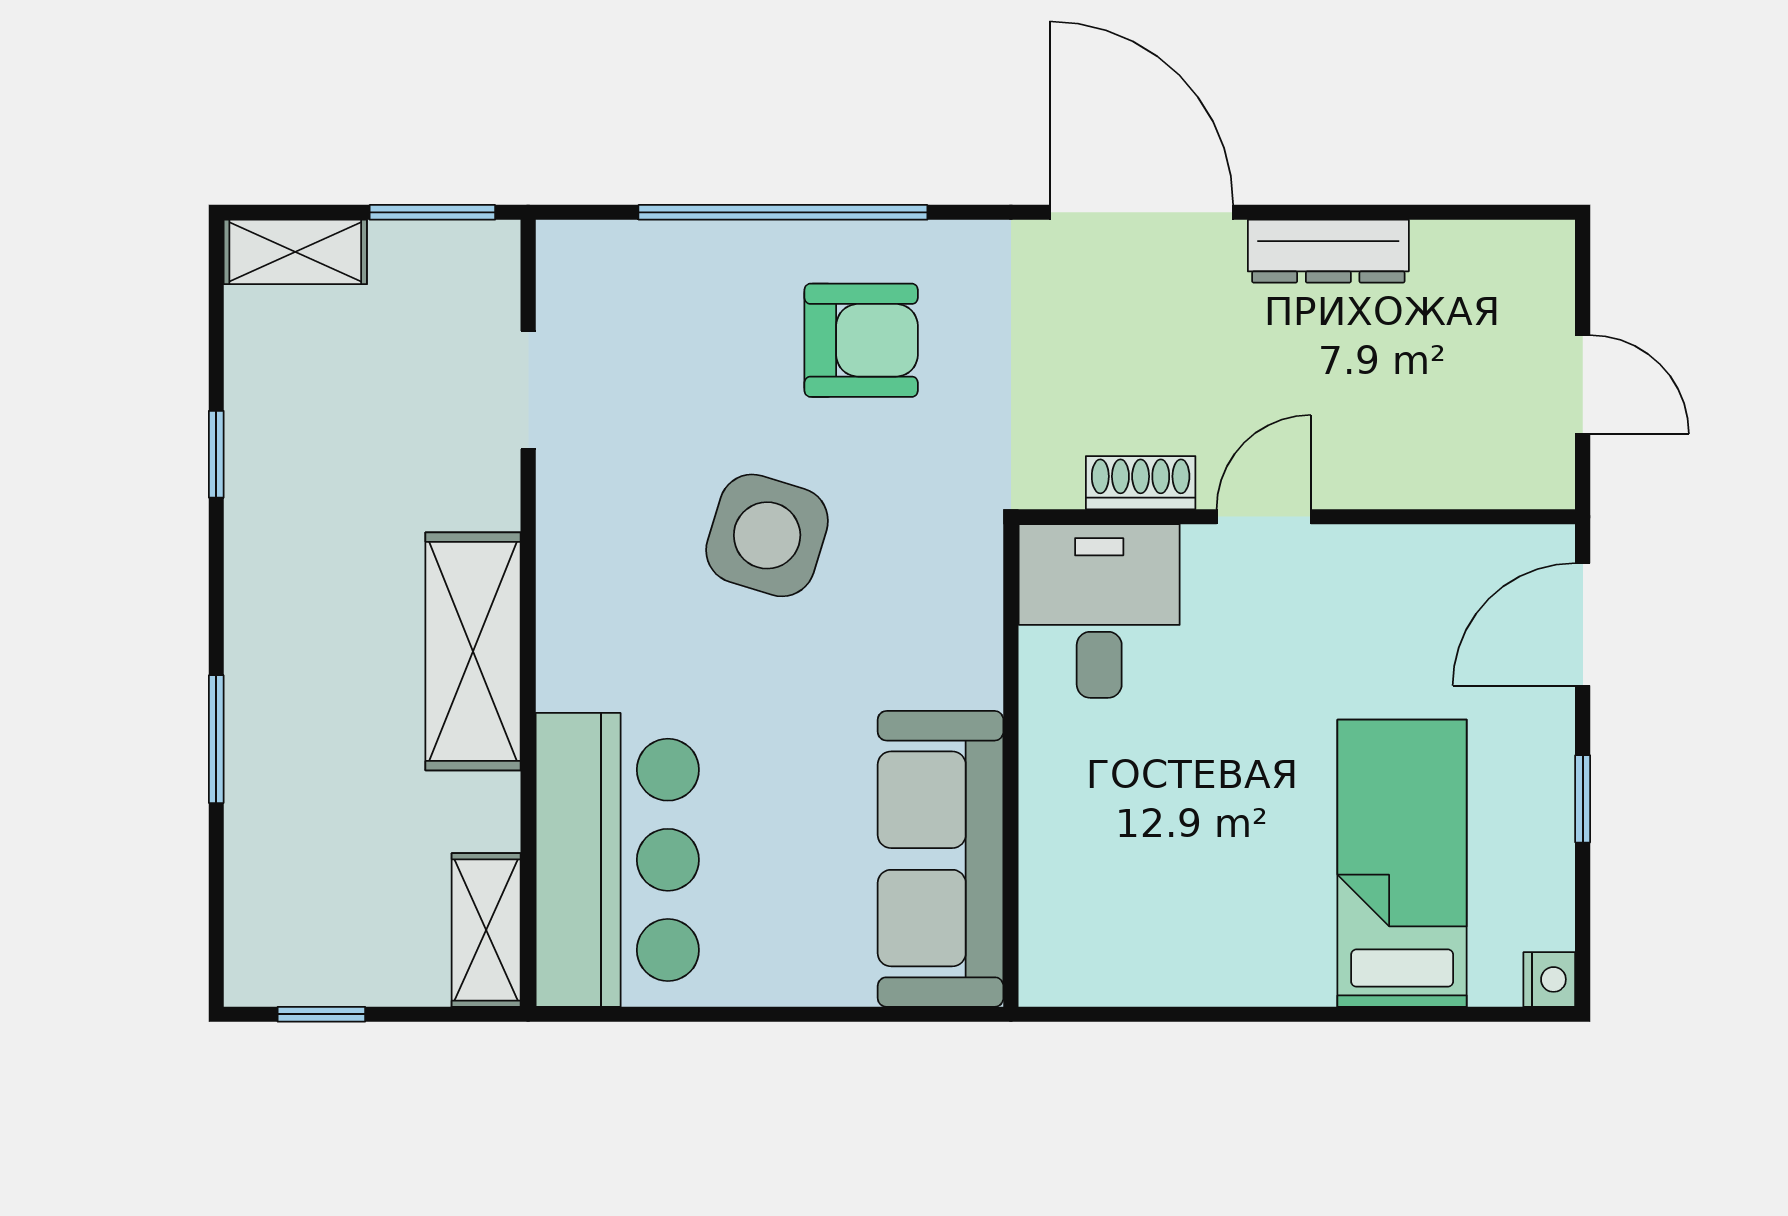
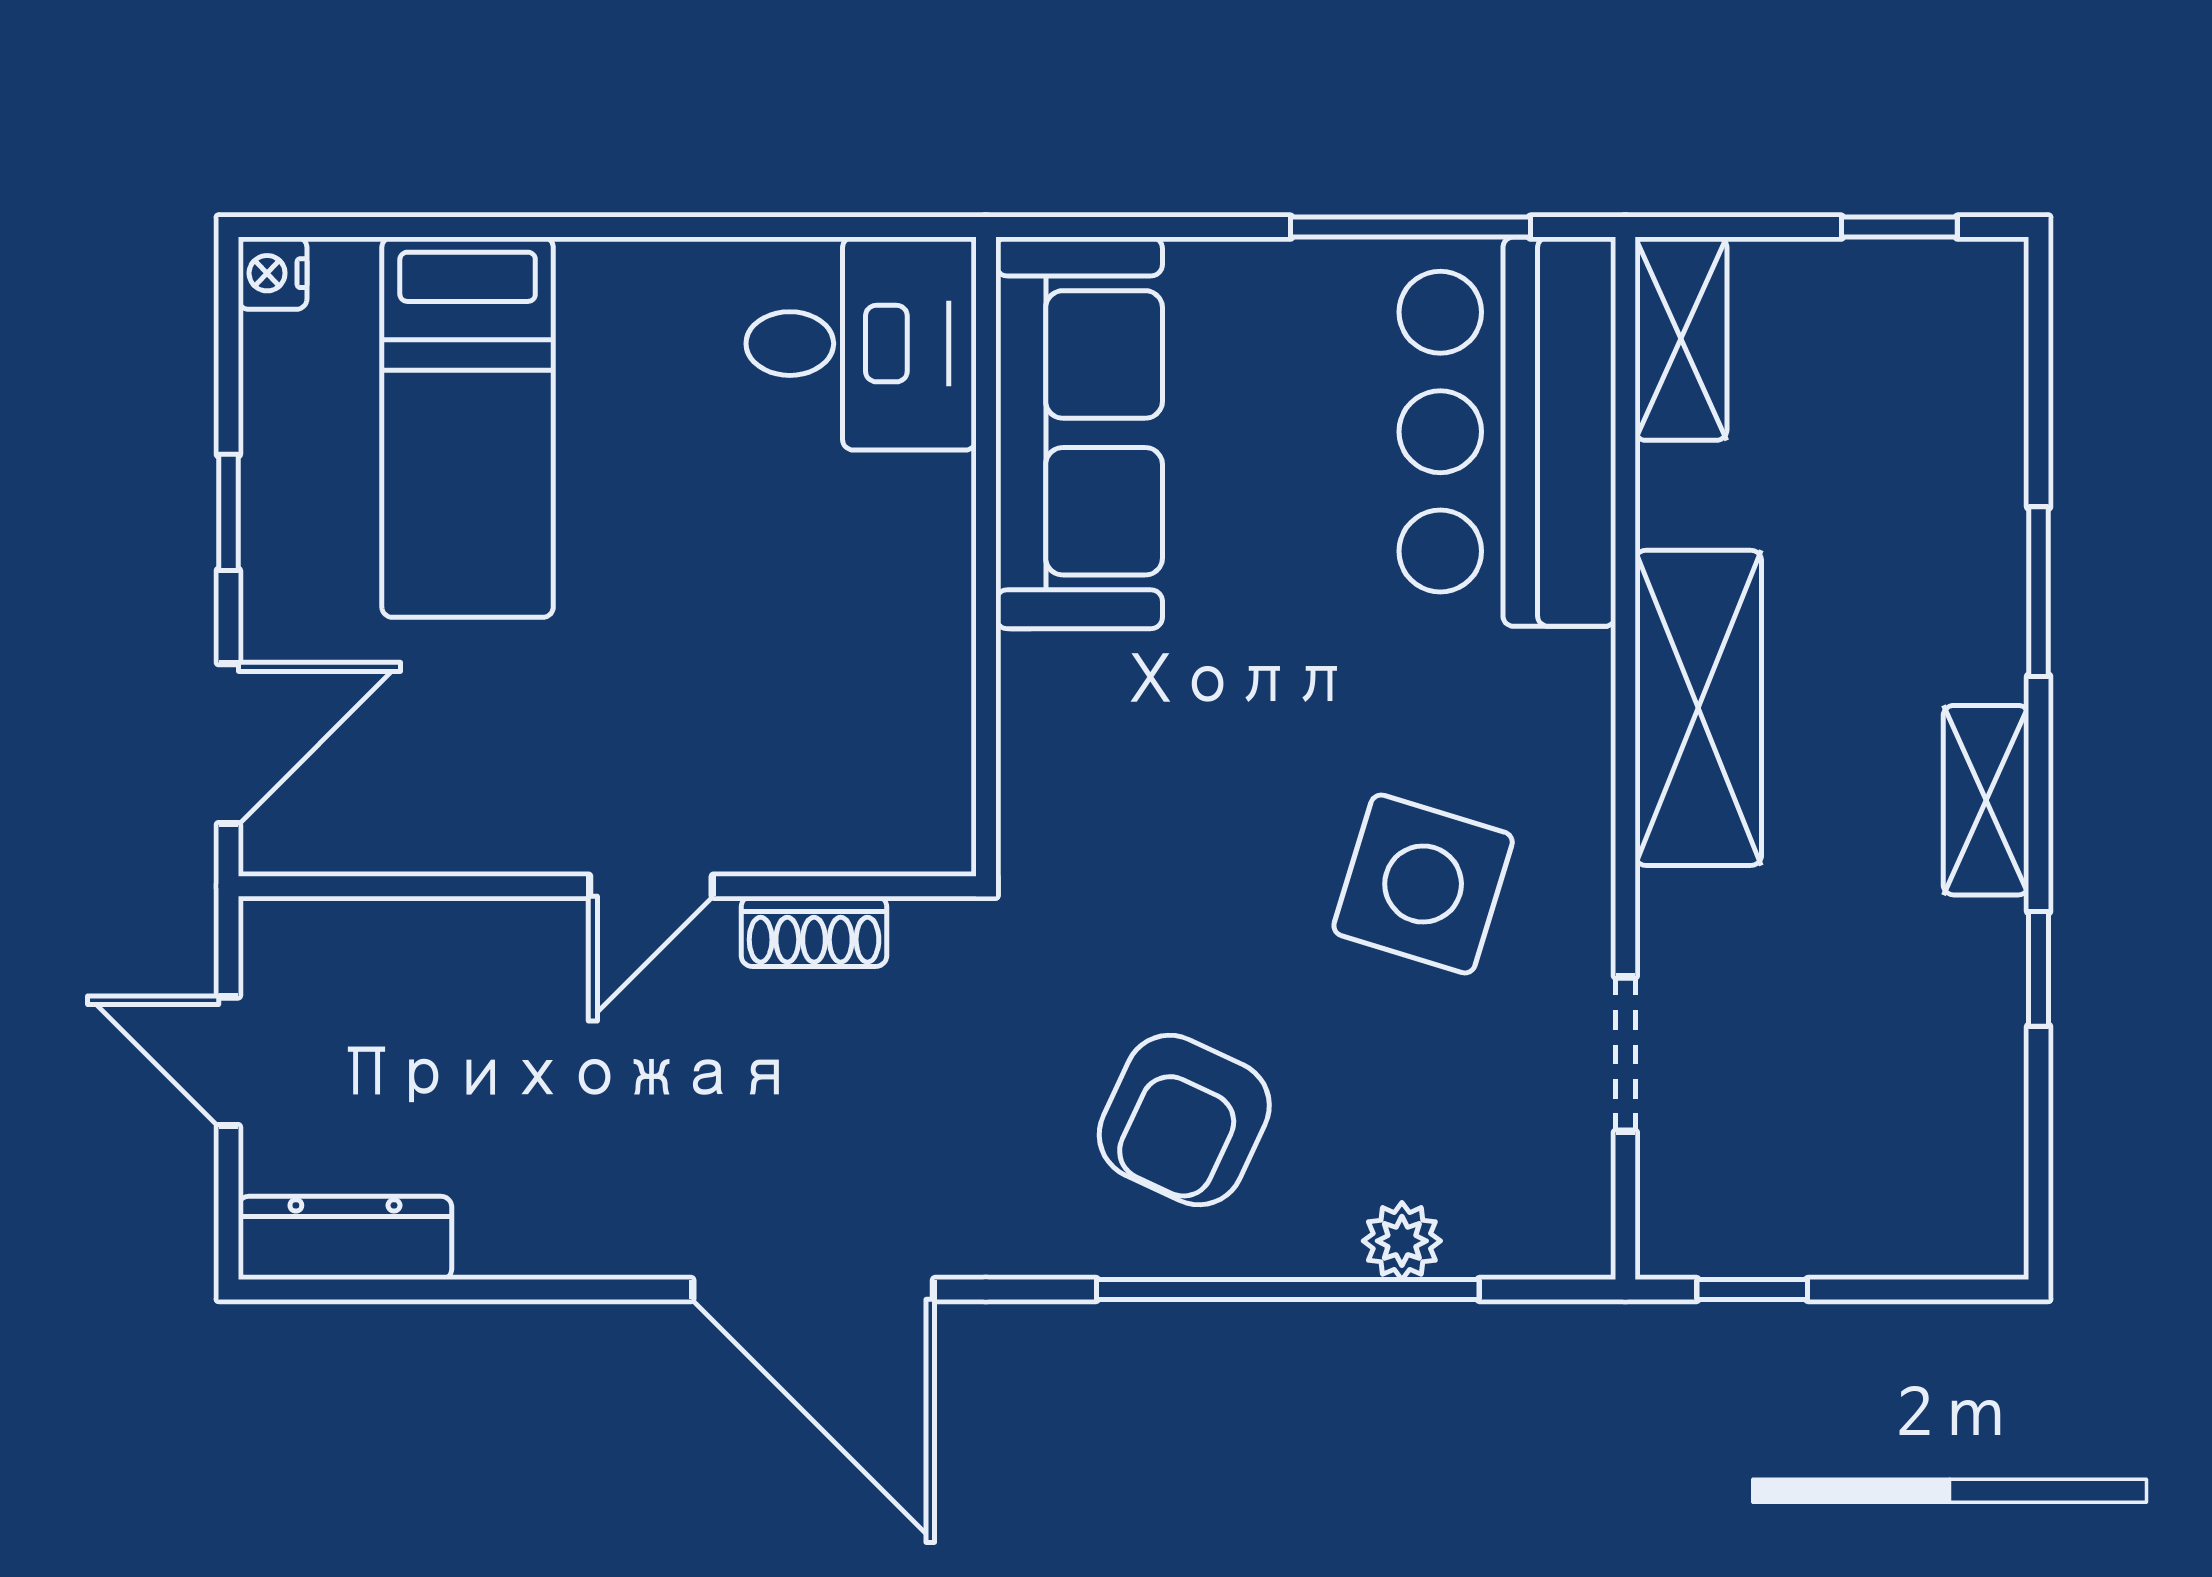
window: (432, 212) -> (1752, 1290), width x0.67
plant: (697, 249) -> (1402, 1241), added
dresser: (1328, 251) -> (345, 1238), moved
shelving: (295, 252) -> (1986, 800), moved, turned 90
armchair: (861, 340) -> (1184, 1120), turned -65
side table: (767, 535) -> (1423, 884), moved
desk: (1099, 611) -> (861, 344), moved, turned -90
window: (690, 1014) -> (1410, 227), added

